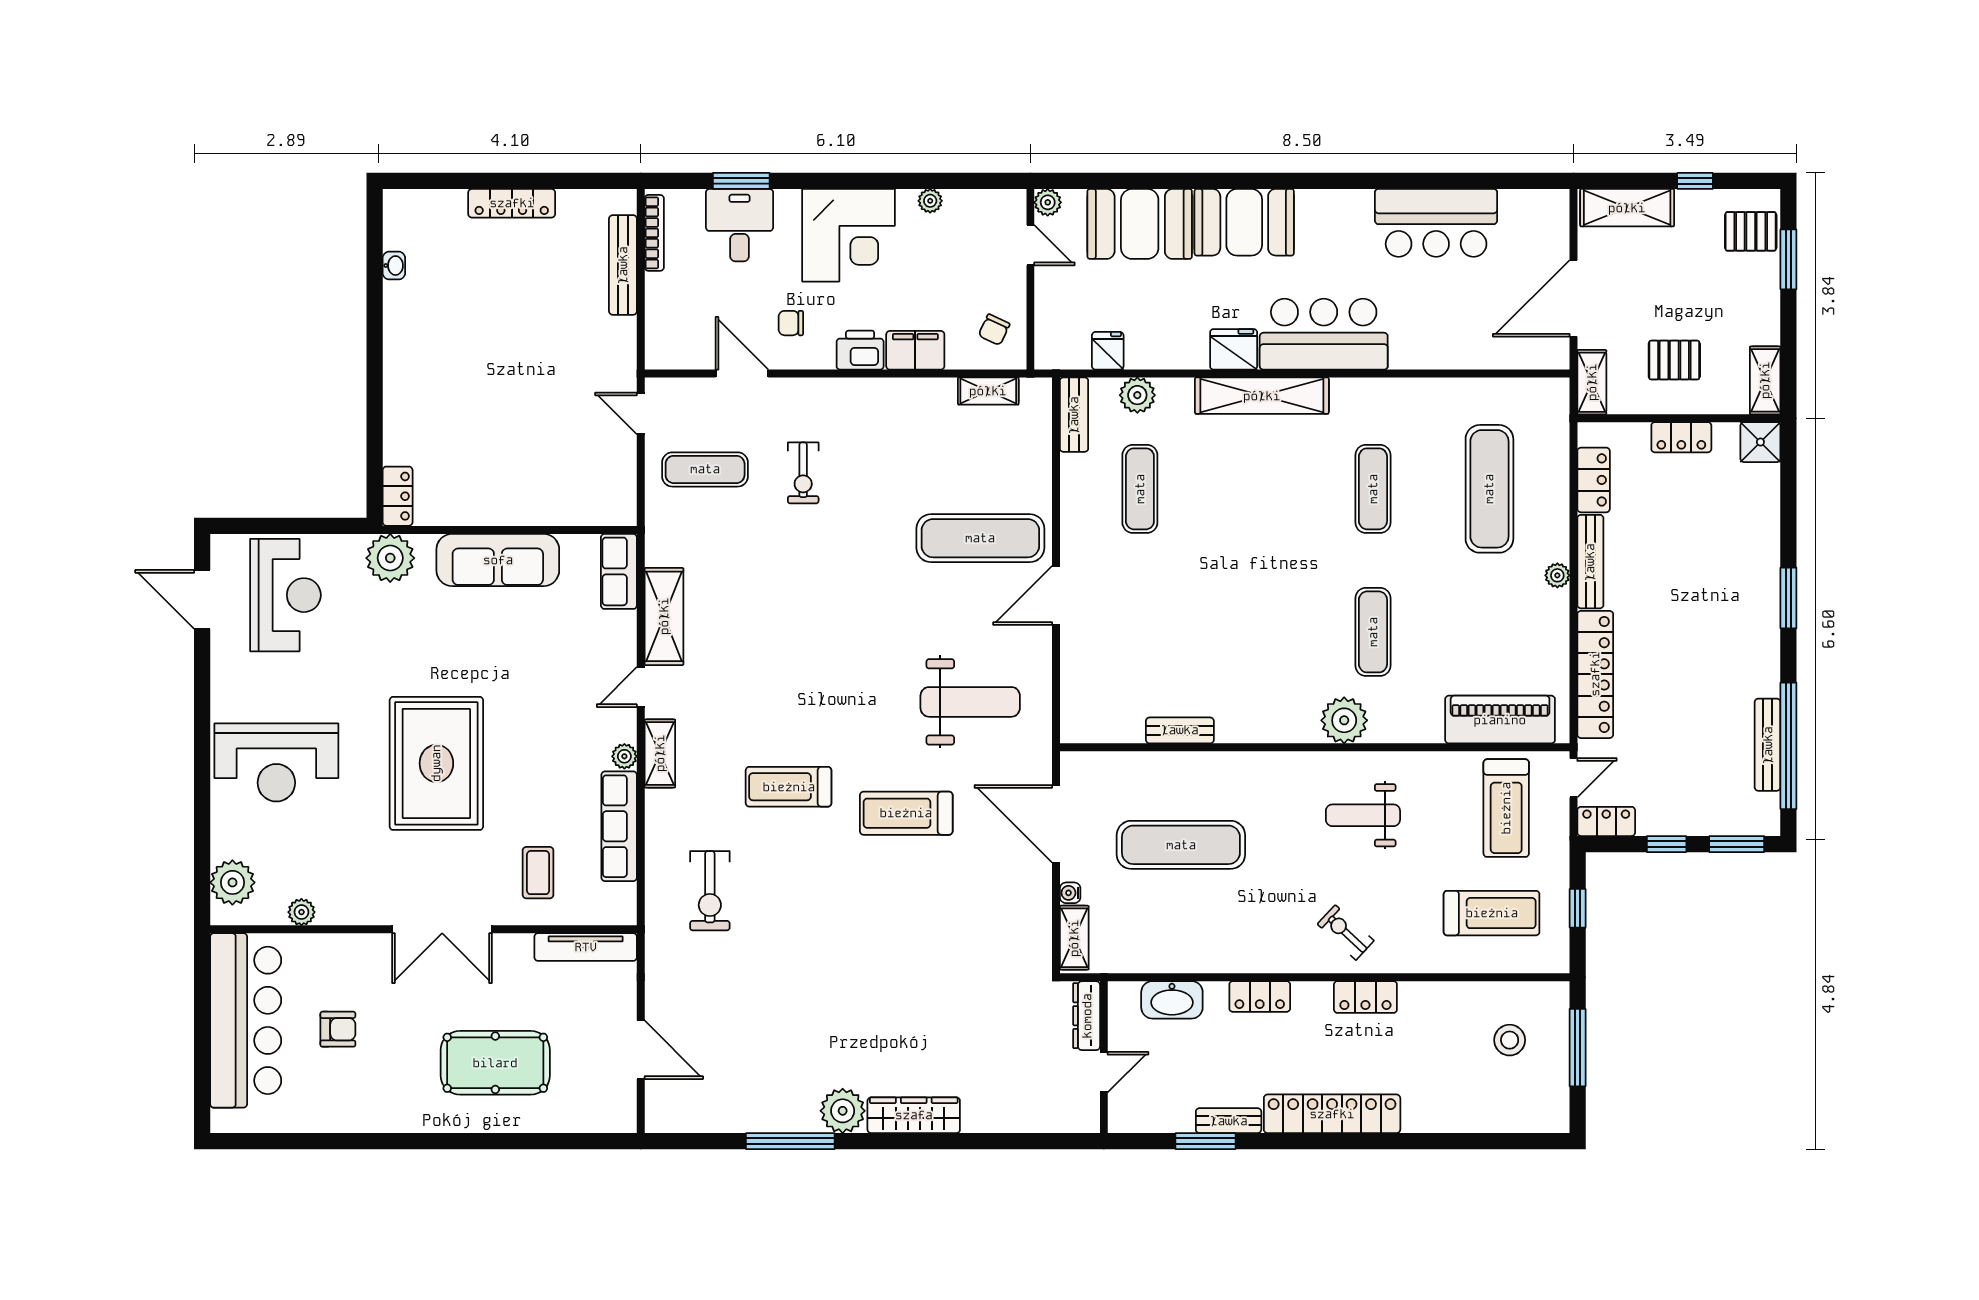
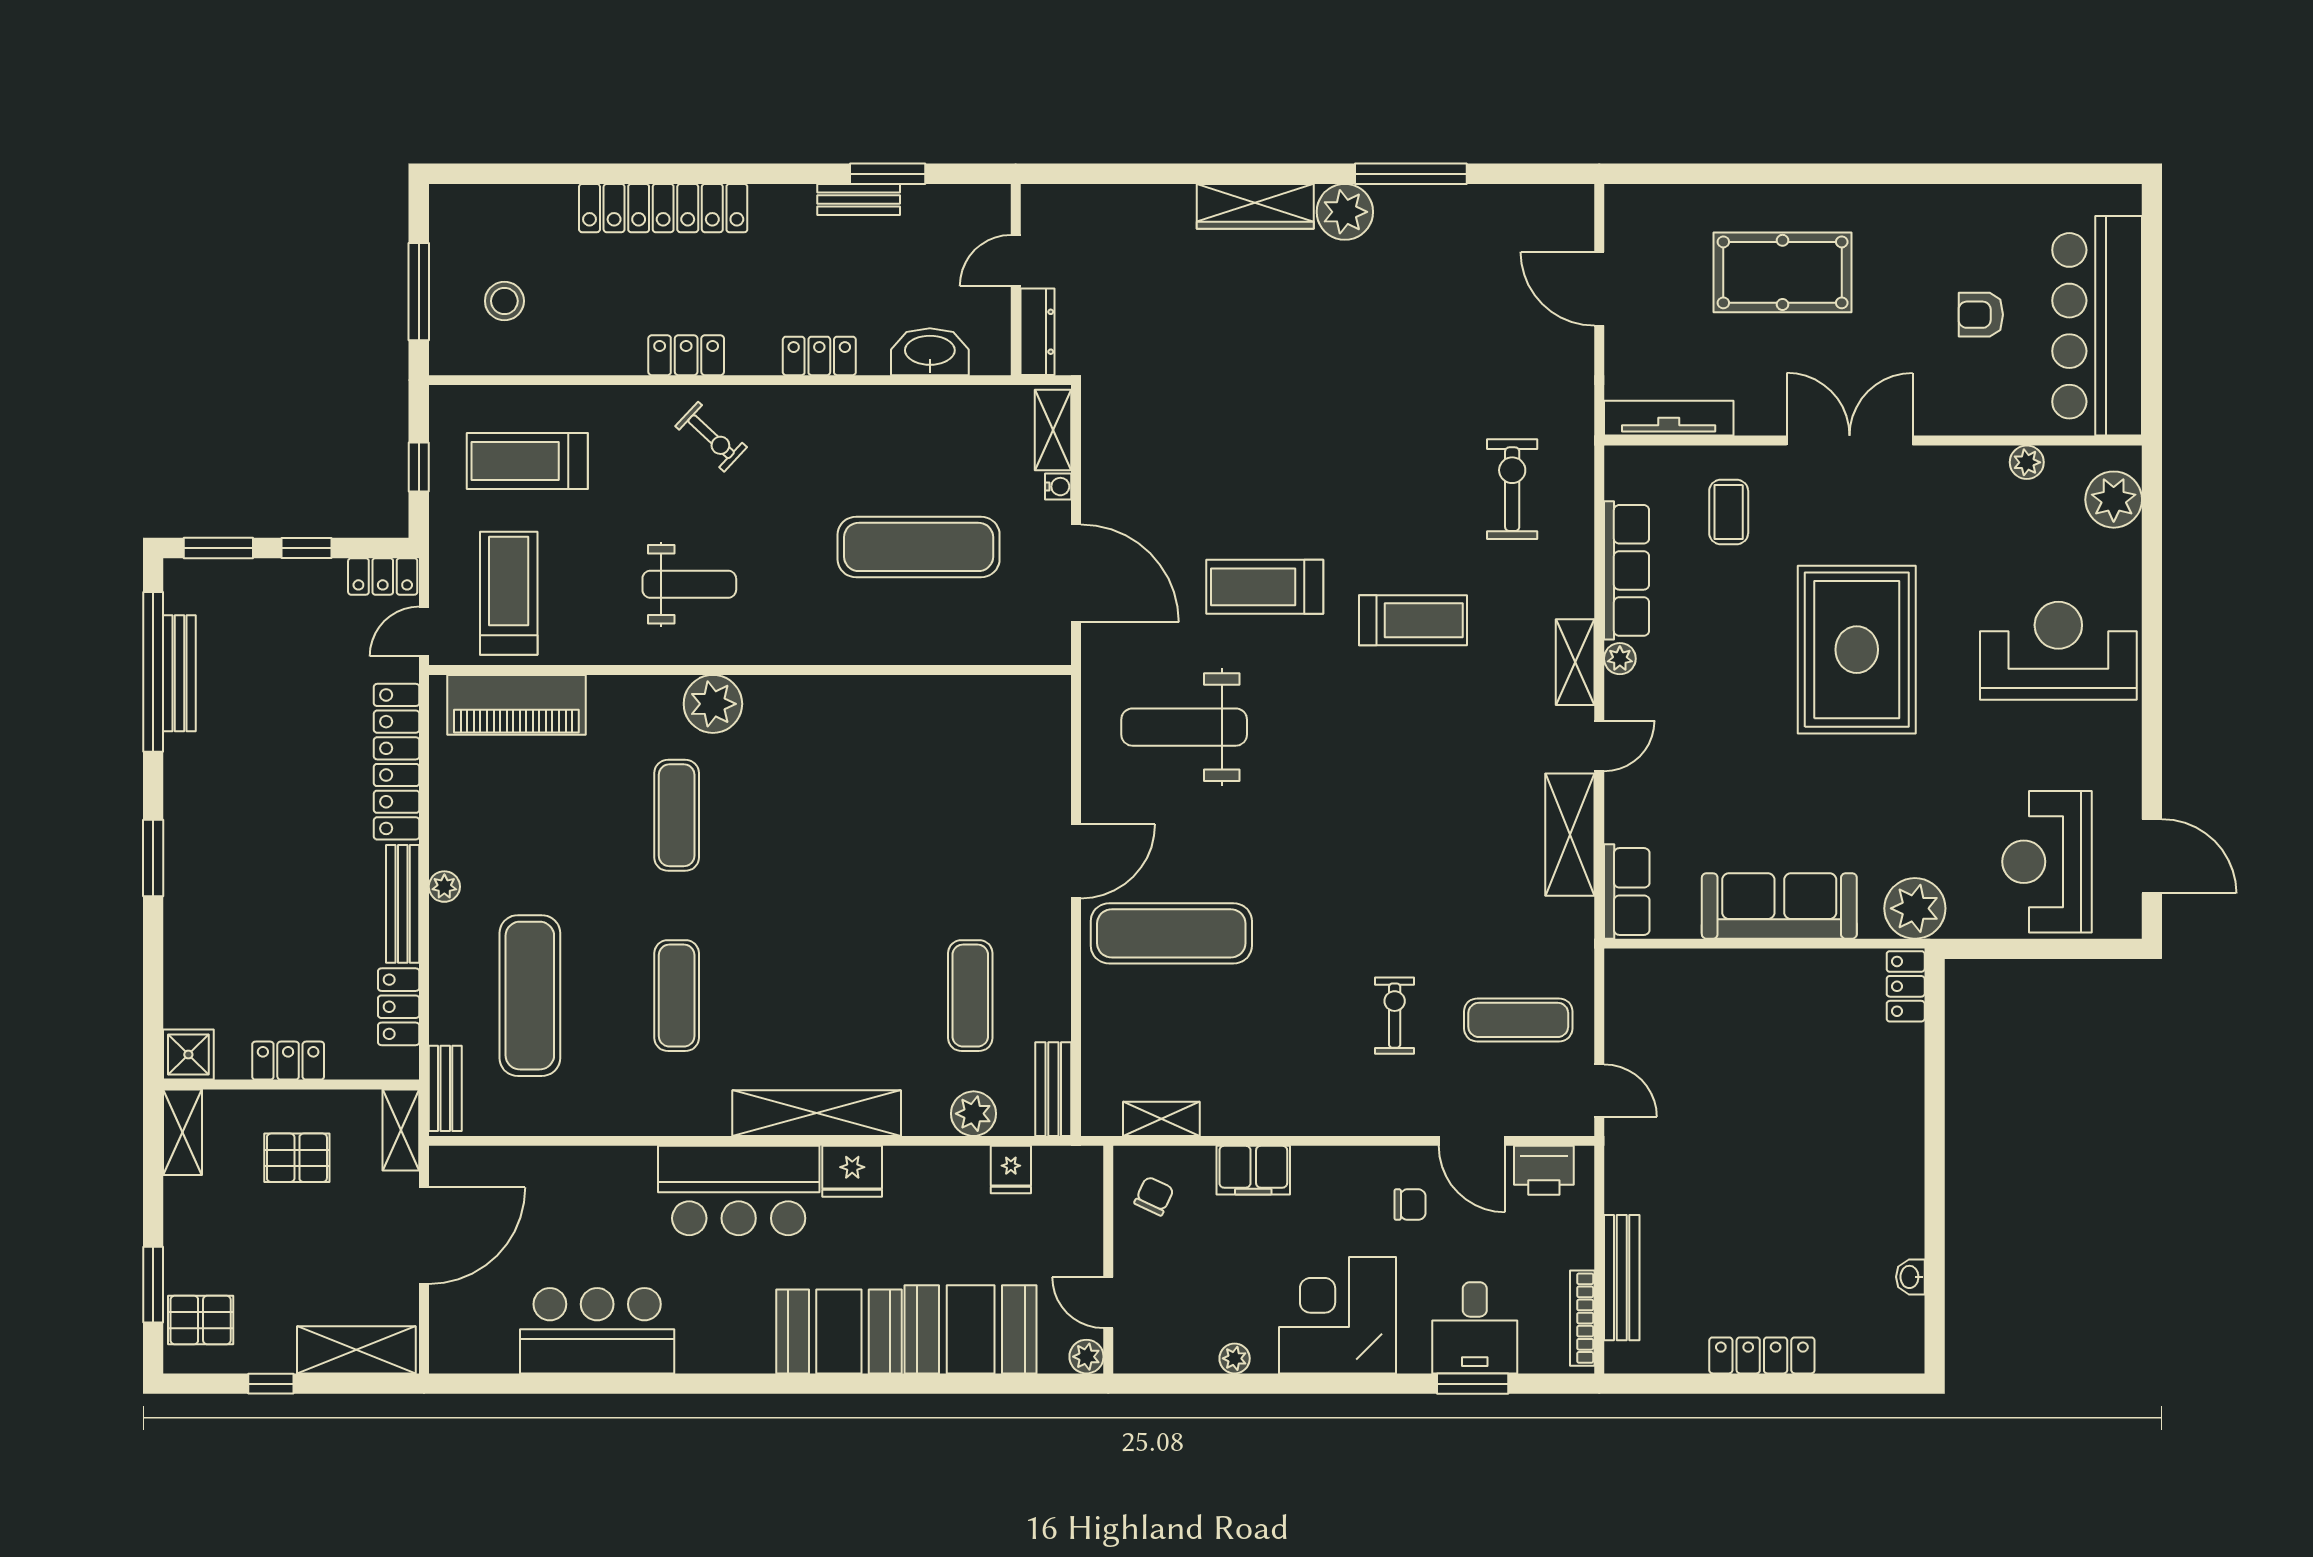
printer: (860, 350) -> (1544, 1170), moved
bench: (1180, 730) -> (445, 1088), moved, turned 90
treadmill: (906, 813) -> (1265, 587), turned 180
locker: (1332, 1114) -> (663, 208), moved

